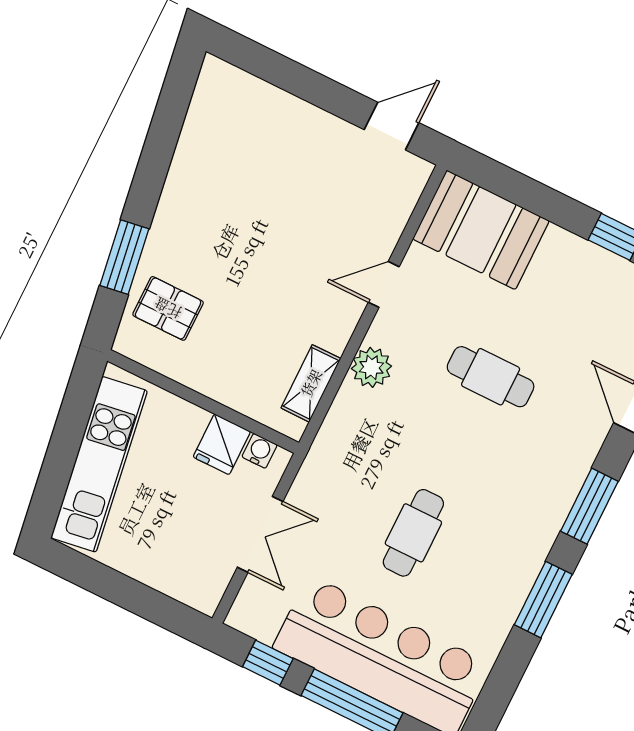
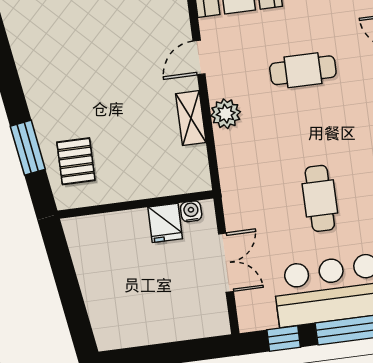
pallet: (168, 308) -> (76, 161), turned 90
shelving: (311, 383) -> (191, 118), moved
kitchen unit: (99, 464) -> (98, 286), removed

